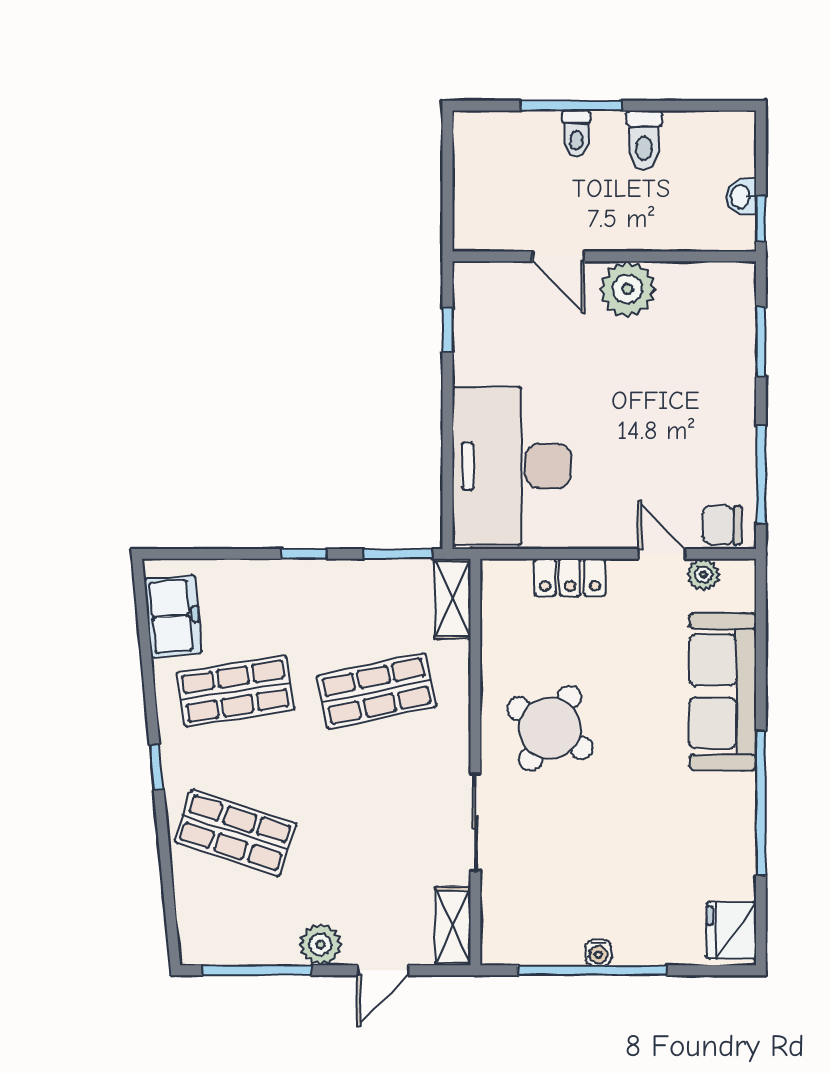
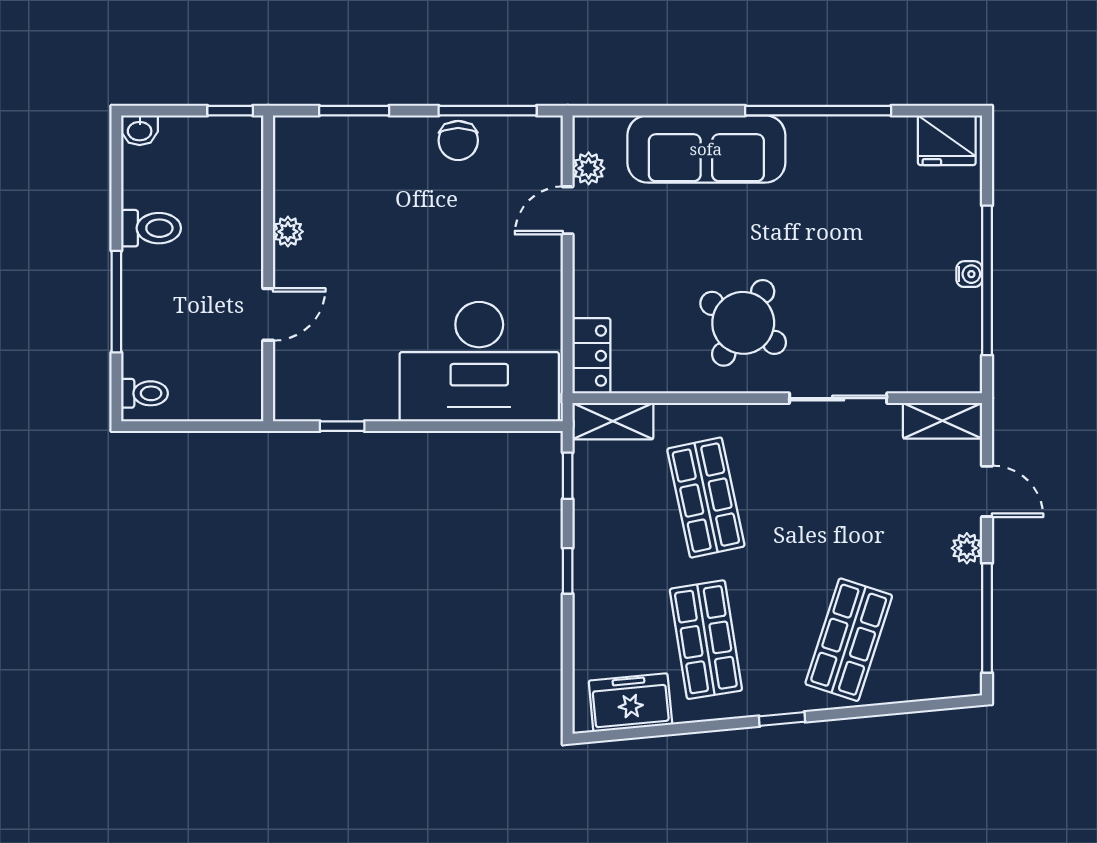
toilet: (576, 134) -> (145, 393), moved
washbasin: (741, 197) -> (140, 130), moved
plant: (628, 289) -> (288, 232), width x0.53, depth x0.53
chair: (722, 525) -> (458, 140), moved
window: (398, 554) -> (568, 476), width x0.67
locker: (570, 577) -> (591, 356), moved
plant: (320, 945) -> (967, 548), width x0.73, depth x0.73

